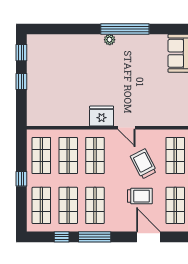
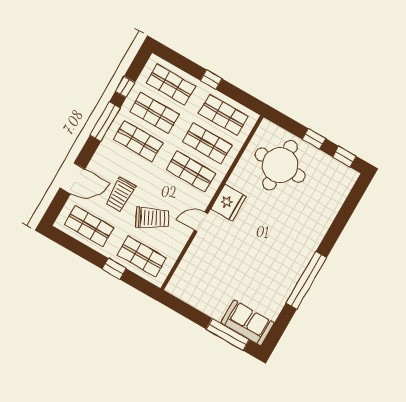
plant: (110, 40) -> (304, 258), removed
round table: (54, 95) -> (280, 165), added

